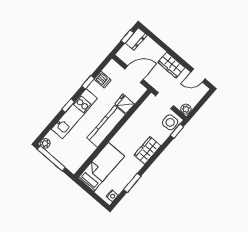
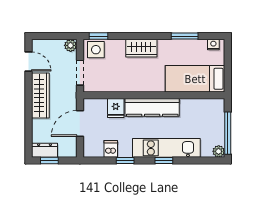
wardrobe: (171, 65) -> (40, 96), width x1.50
door: (134, 74) -> (80, 123), hinge flipped

